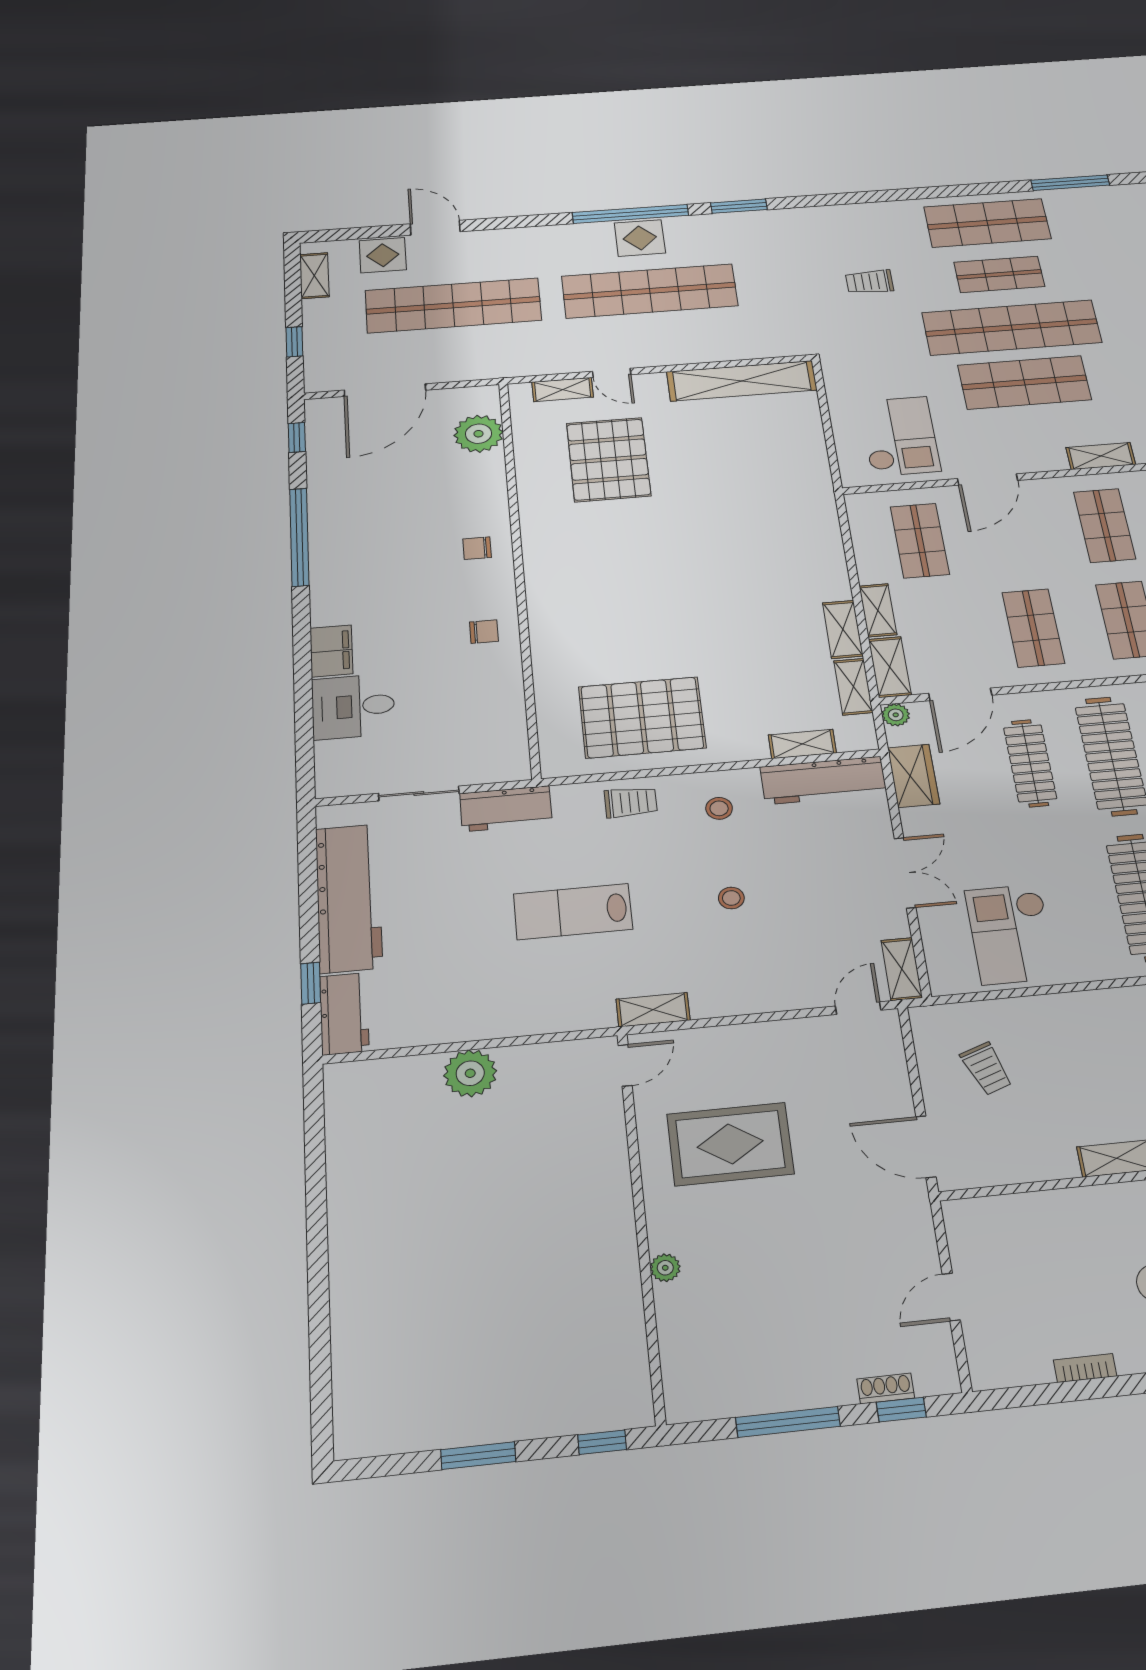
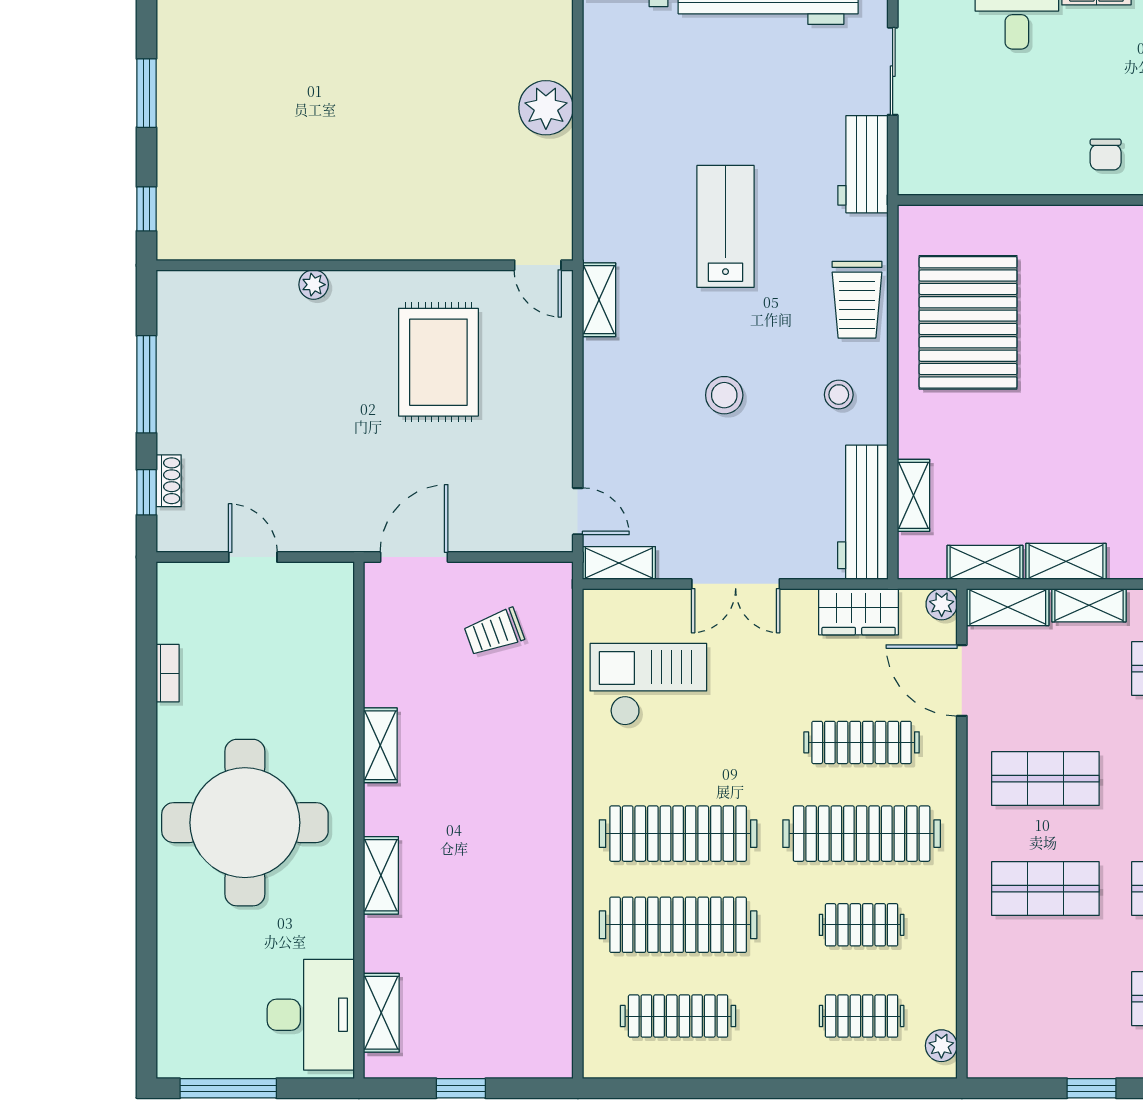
trolley: (631, 802) -> (857, 300), width x1.36, depth x1.39
stool: (731, 898) -> (724, 395), width x1.37, depth x1.37

